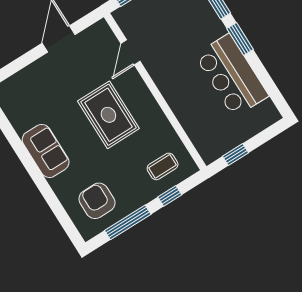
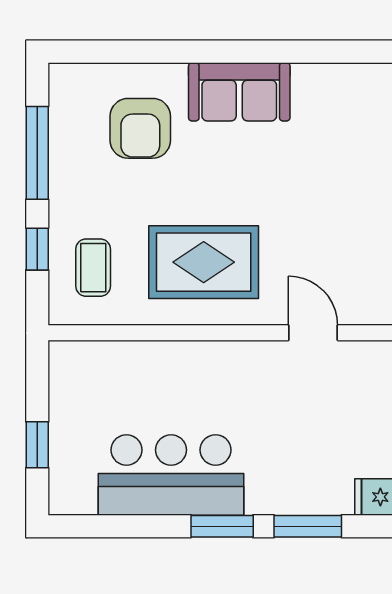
rug: (108, 115) -> (204, 262), moved
window: (235, 155) -> (37, 445), moved
armchair: (97, 201) -> (140, 128), moved, turned 90

